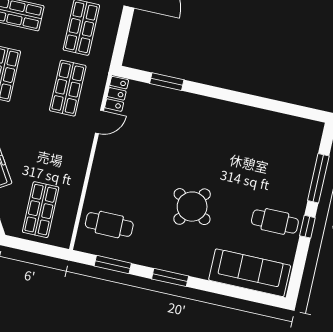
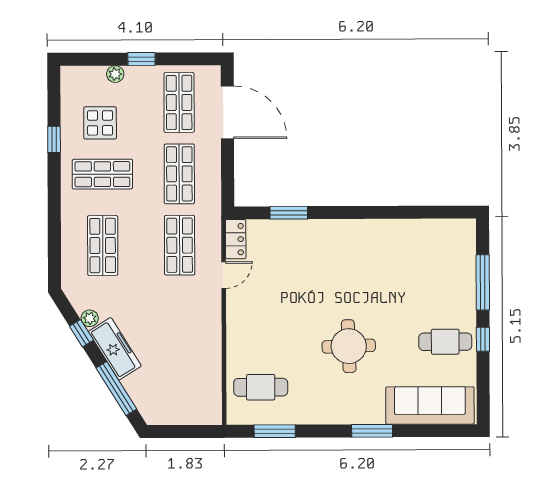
round table: (192, 207) -> (349, 346), turned -35
shop shelf: (41, 210) -> (180, 388), removed
window: (170, 277) -> (372, 431), moved

